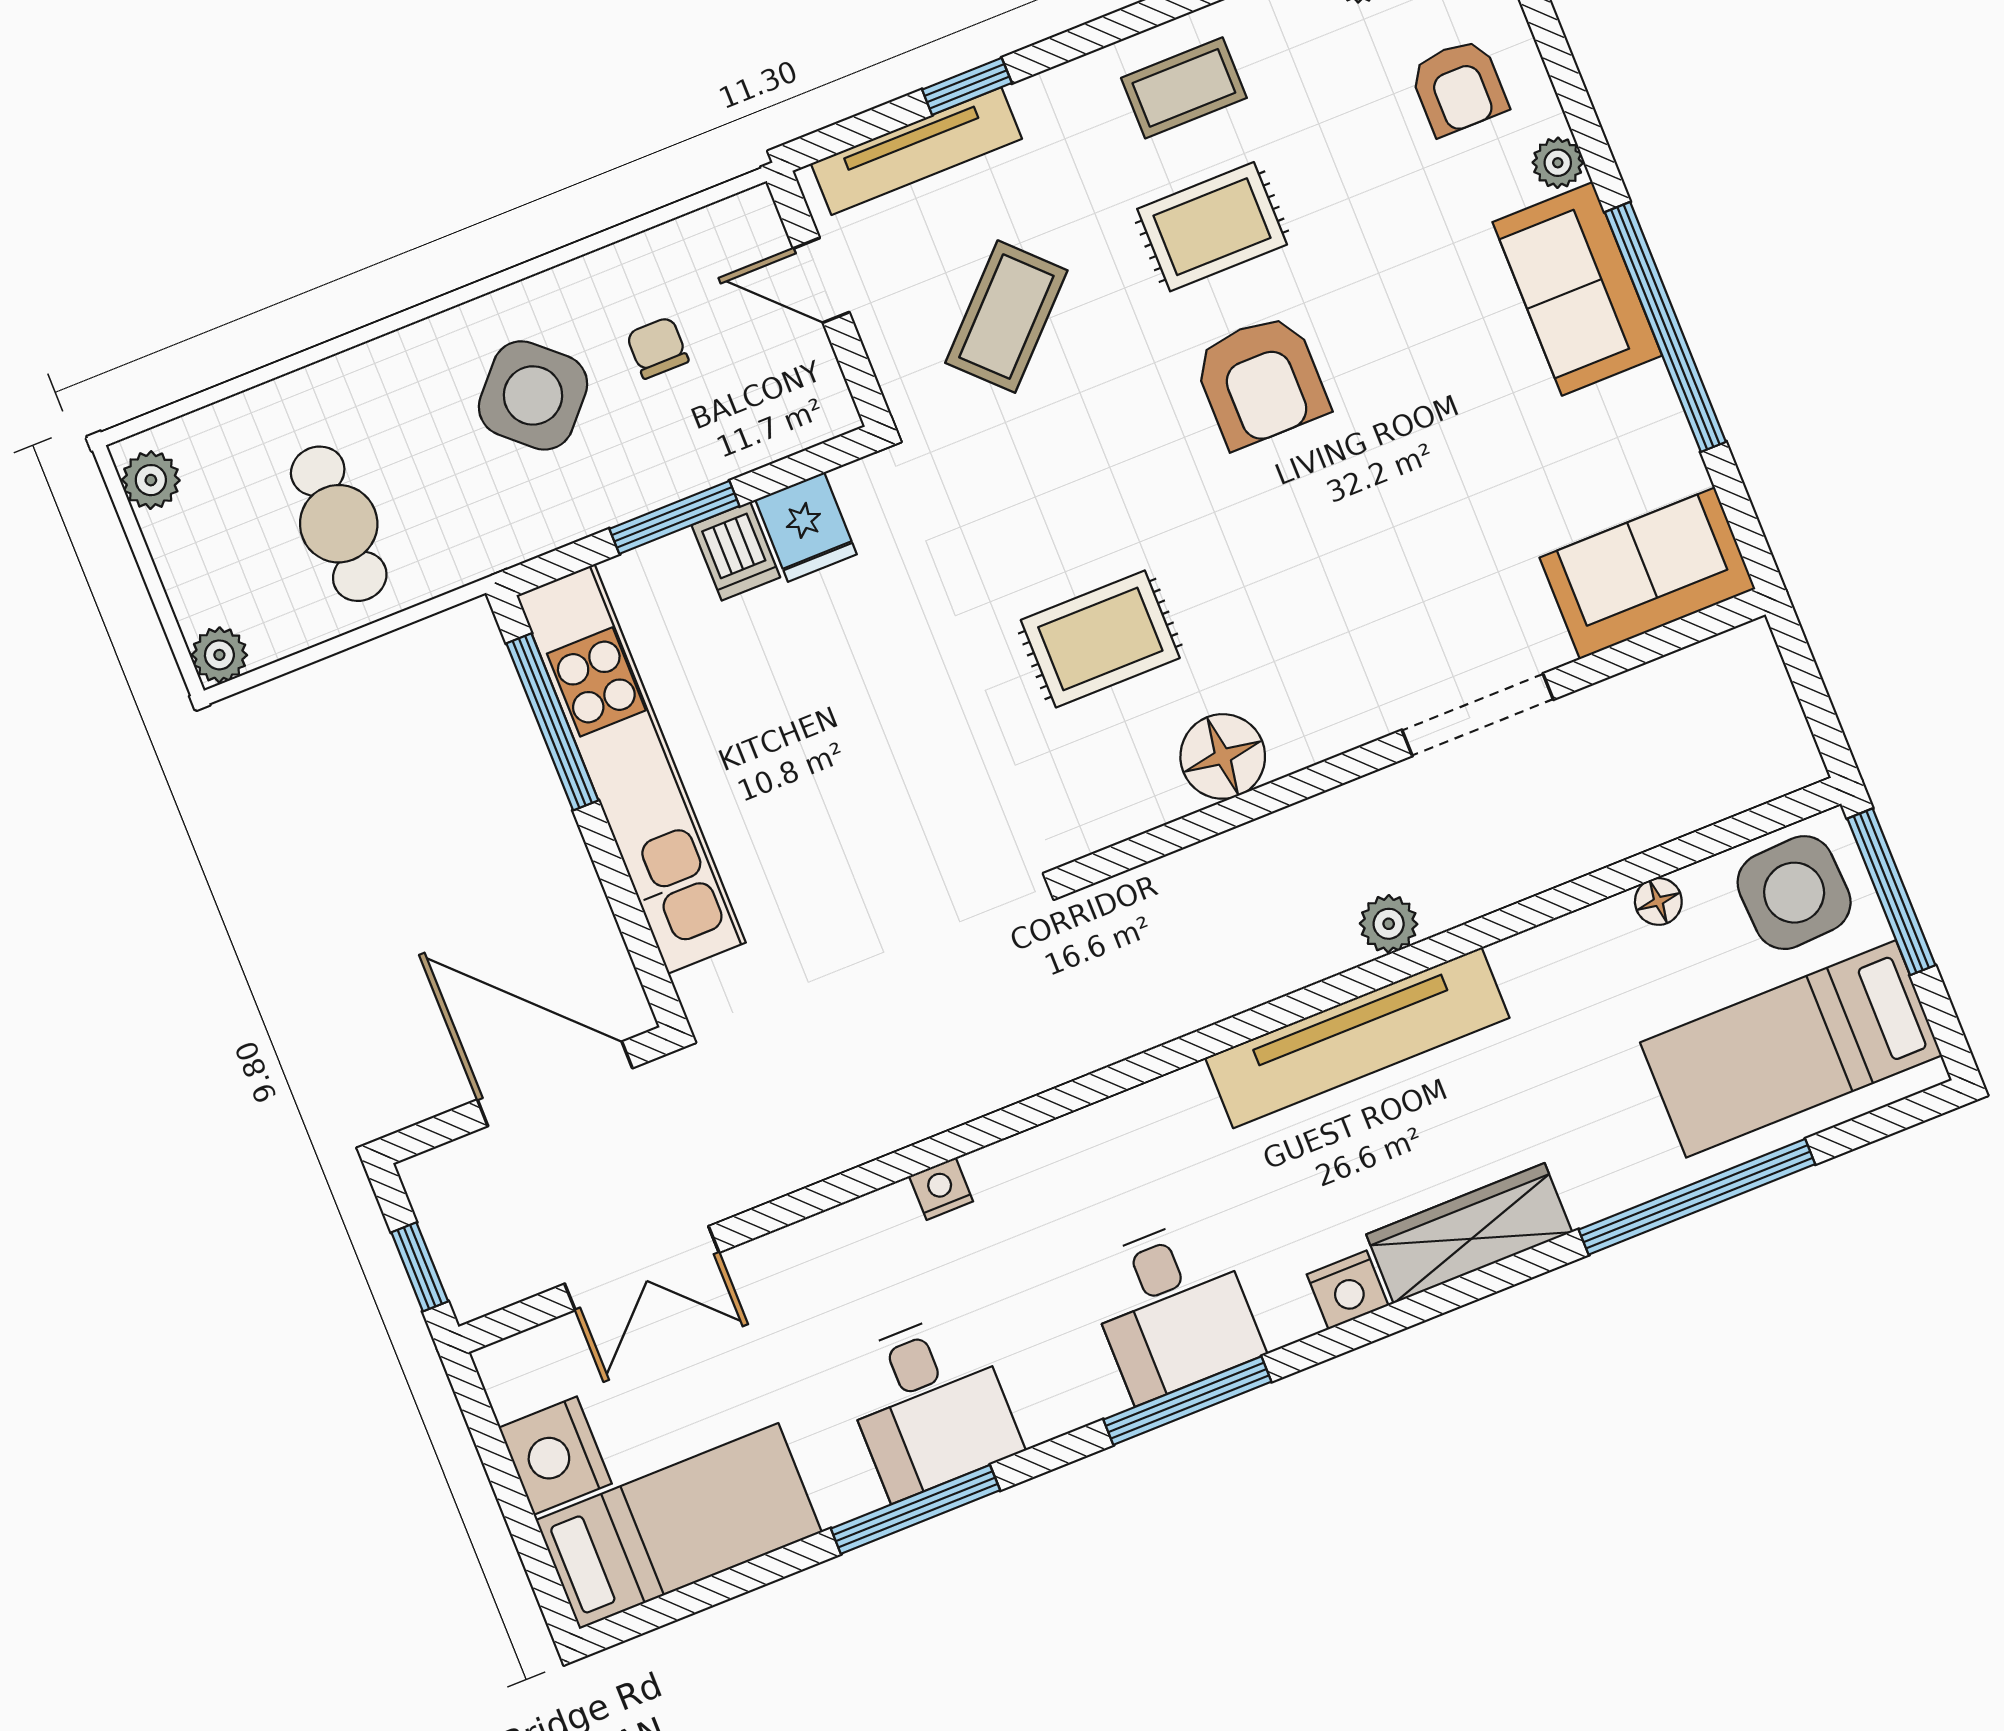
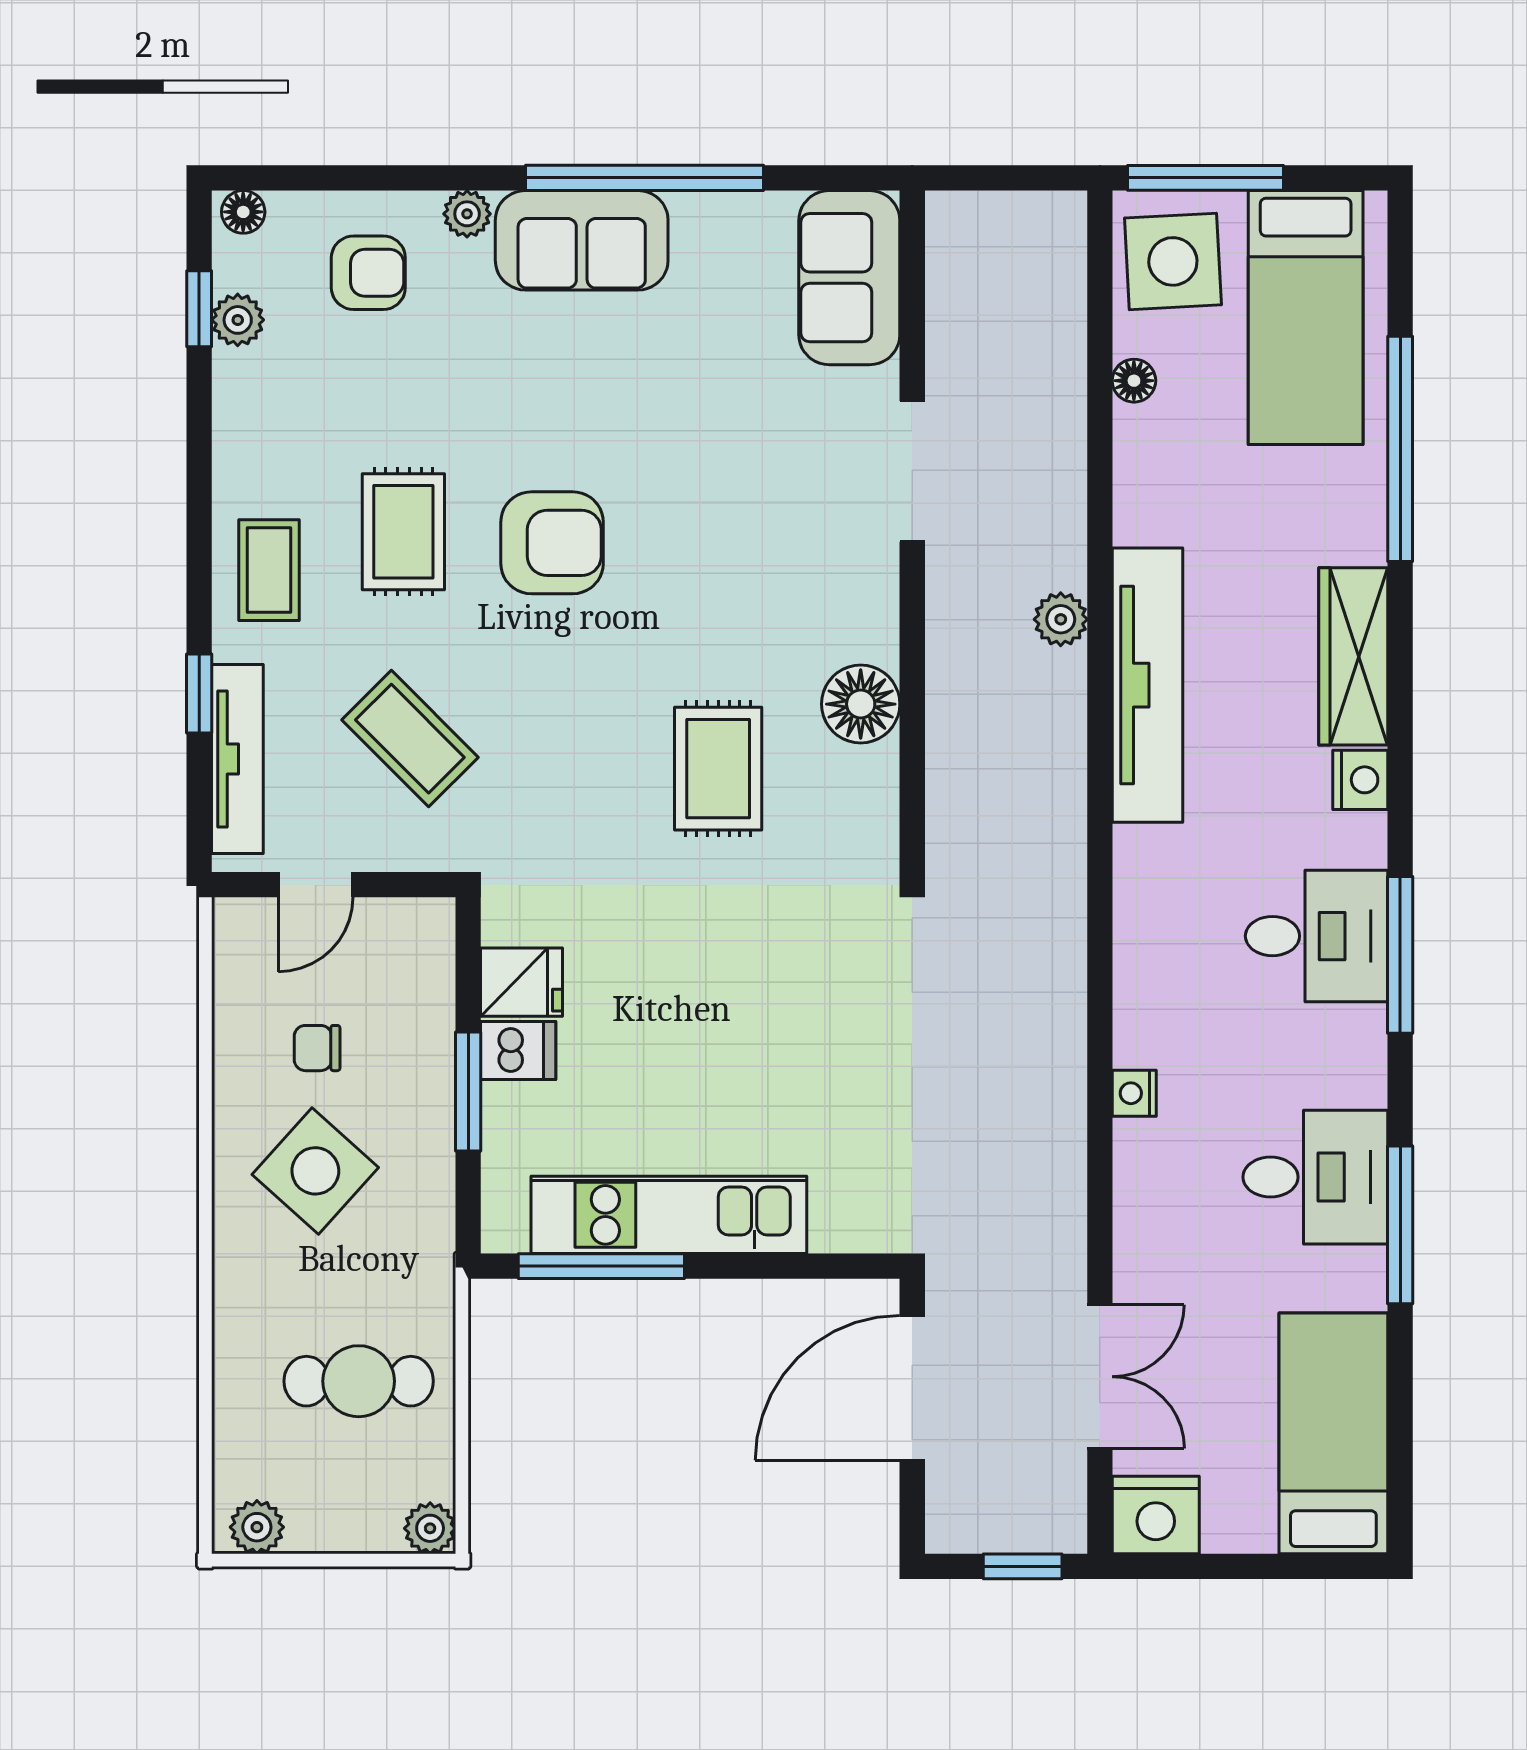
coffee table: (1184, 88) -> (269, 570), moved
kitchen unit: (631, 769) -> (669, 1215), width x0.73
nightstand: (555, 1456) -> (1156, 1515), moved

